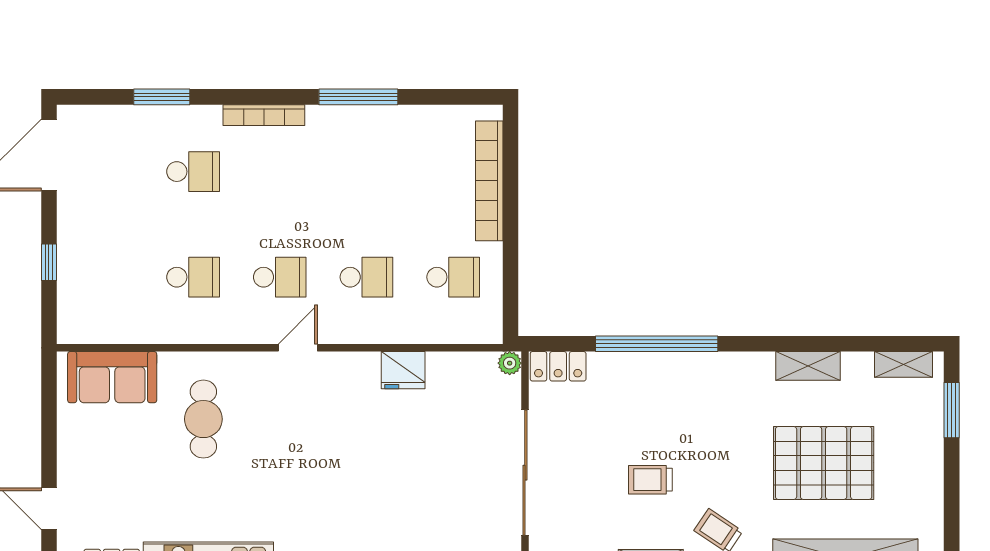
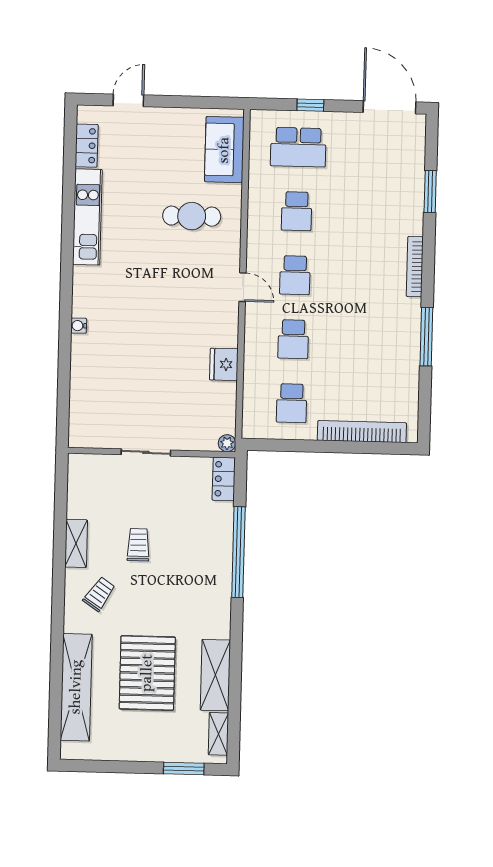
school desk: (193, 172) -> (298, 147), moved, width x1.85
shelving: (808, 366) -> (215, 675), width x1.50, depth x1.33
sliding door: (525, 473) -> (146, 452), width x0.54

